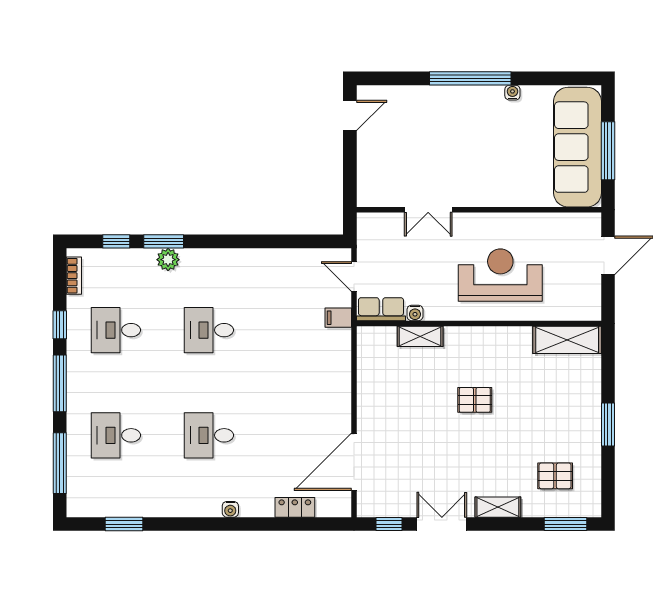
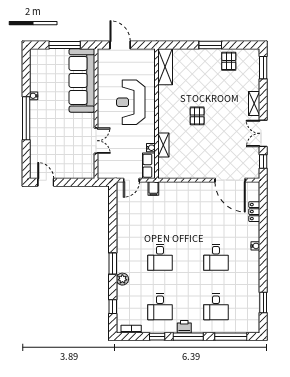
sofa: (578, 147) -> (82, 80), moved, turned 90
window: (164, 241) -> (113, 263), moved
printer: (78, 376) -> (184, 327), added
pallet: (555, 476) -> (229, 61), moved

